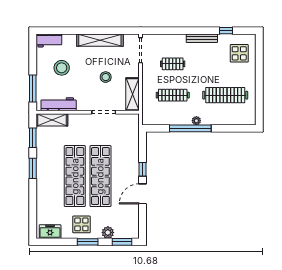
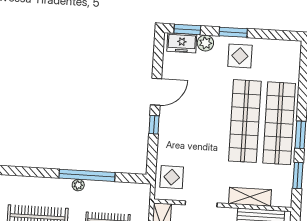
shelving: (52, 120) -> (250, 197), moved
display table: (127, 131) -> (172, 177), added
shop shelf: (100, 176) -> (279, 123), moved
freezer: (50, 232) -> (182, 43), moved

